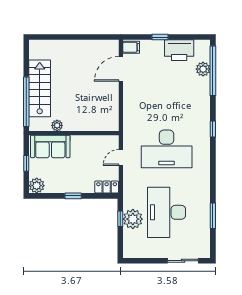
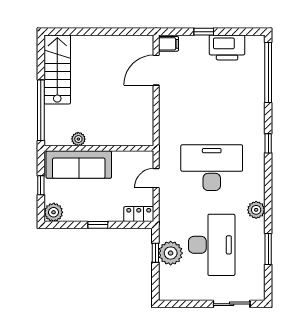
plant: (203, 69) -> (256, 210), moved
stairs: (40, 88) -> (57, 69), moved
sofa: (50, 146) -> (79, 165), width x1.36
desk: (167, 149) -> (212, 168), turned 180
desk: (167, 212) -> (212, 245), turned 180

